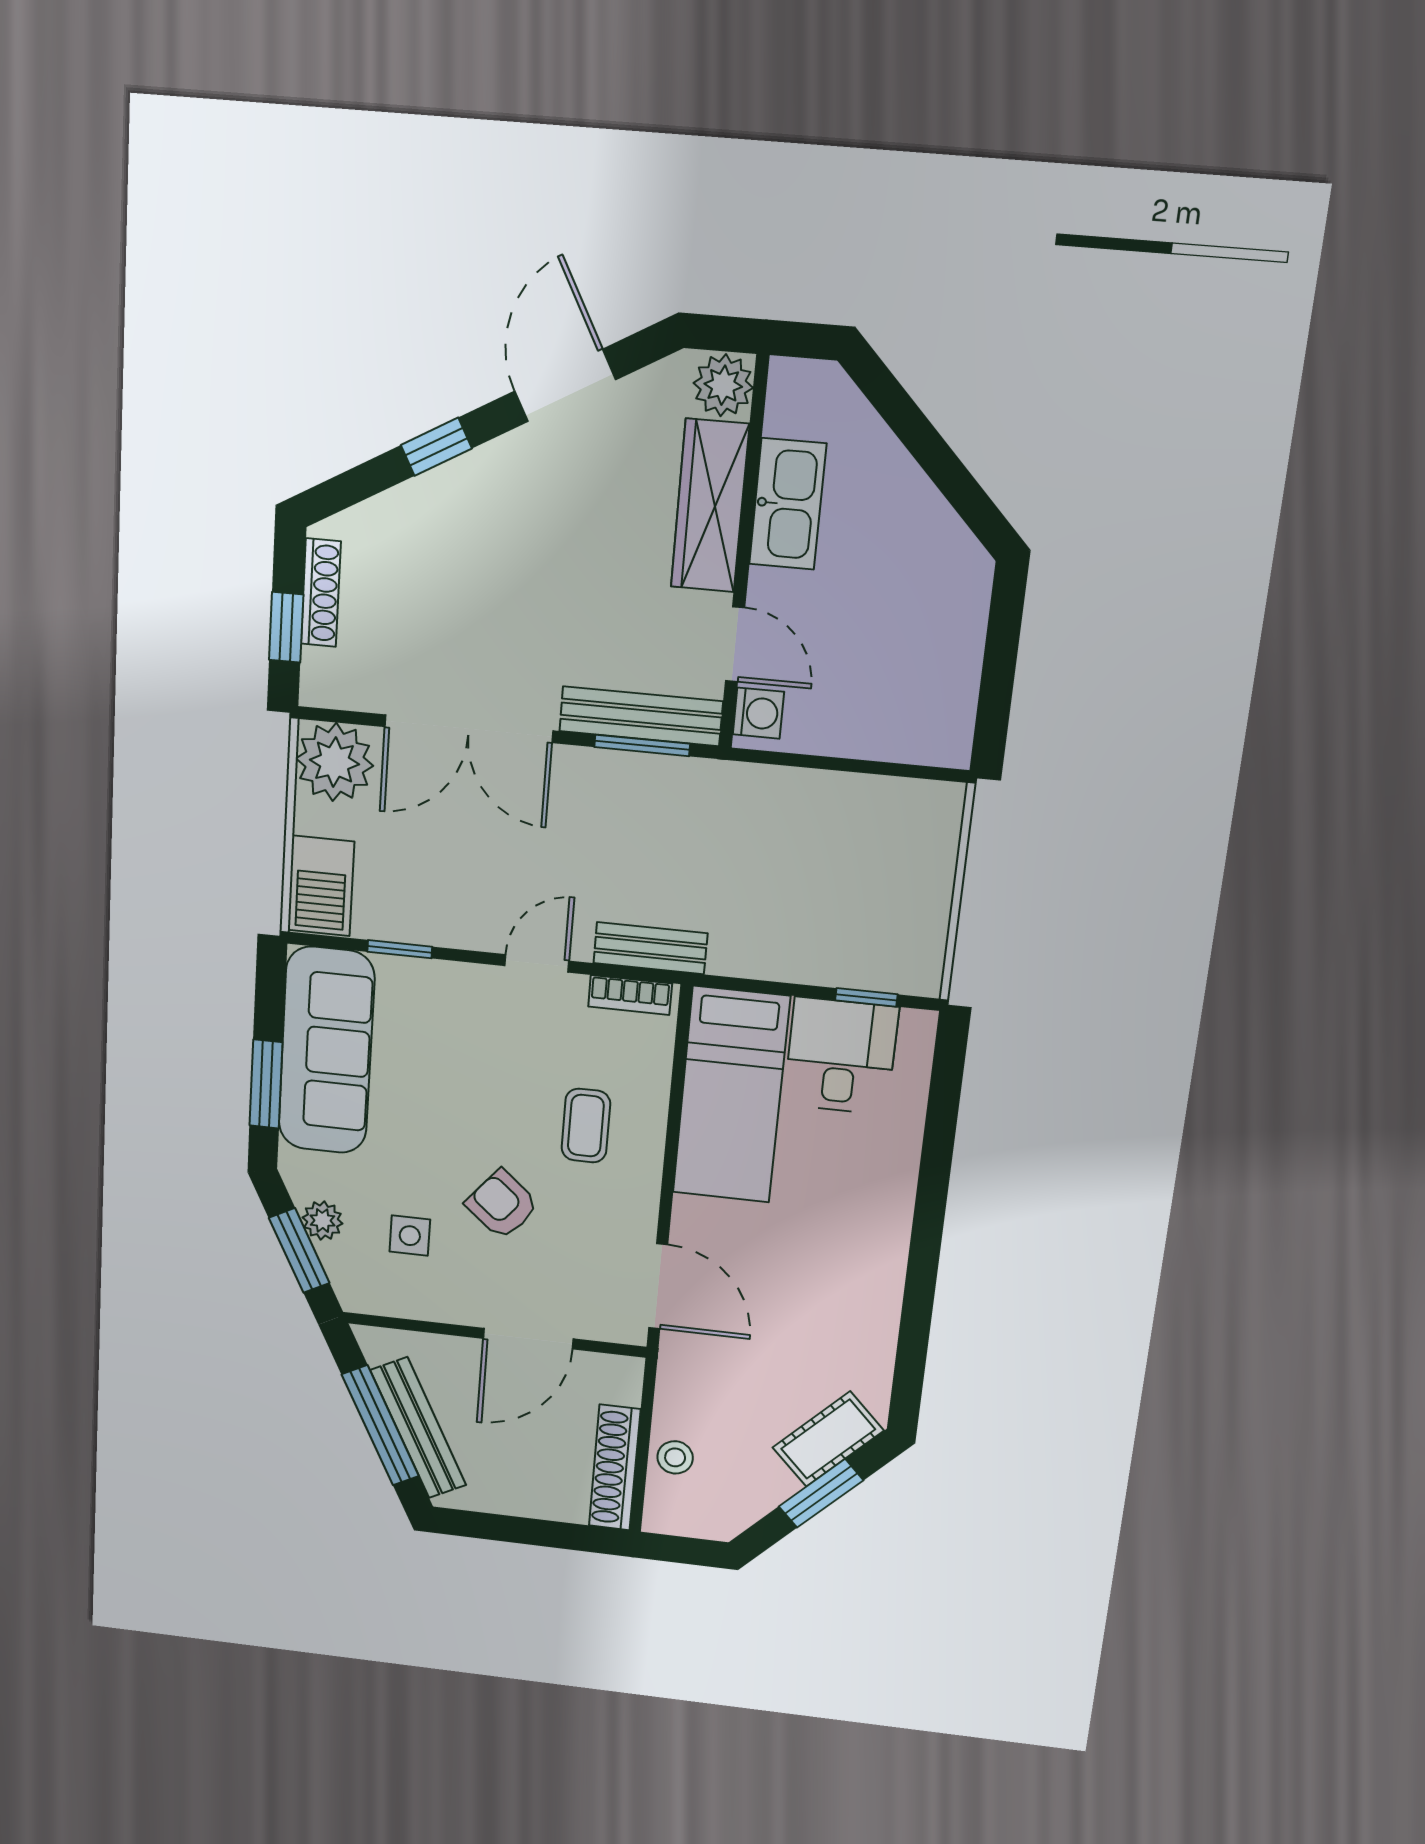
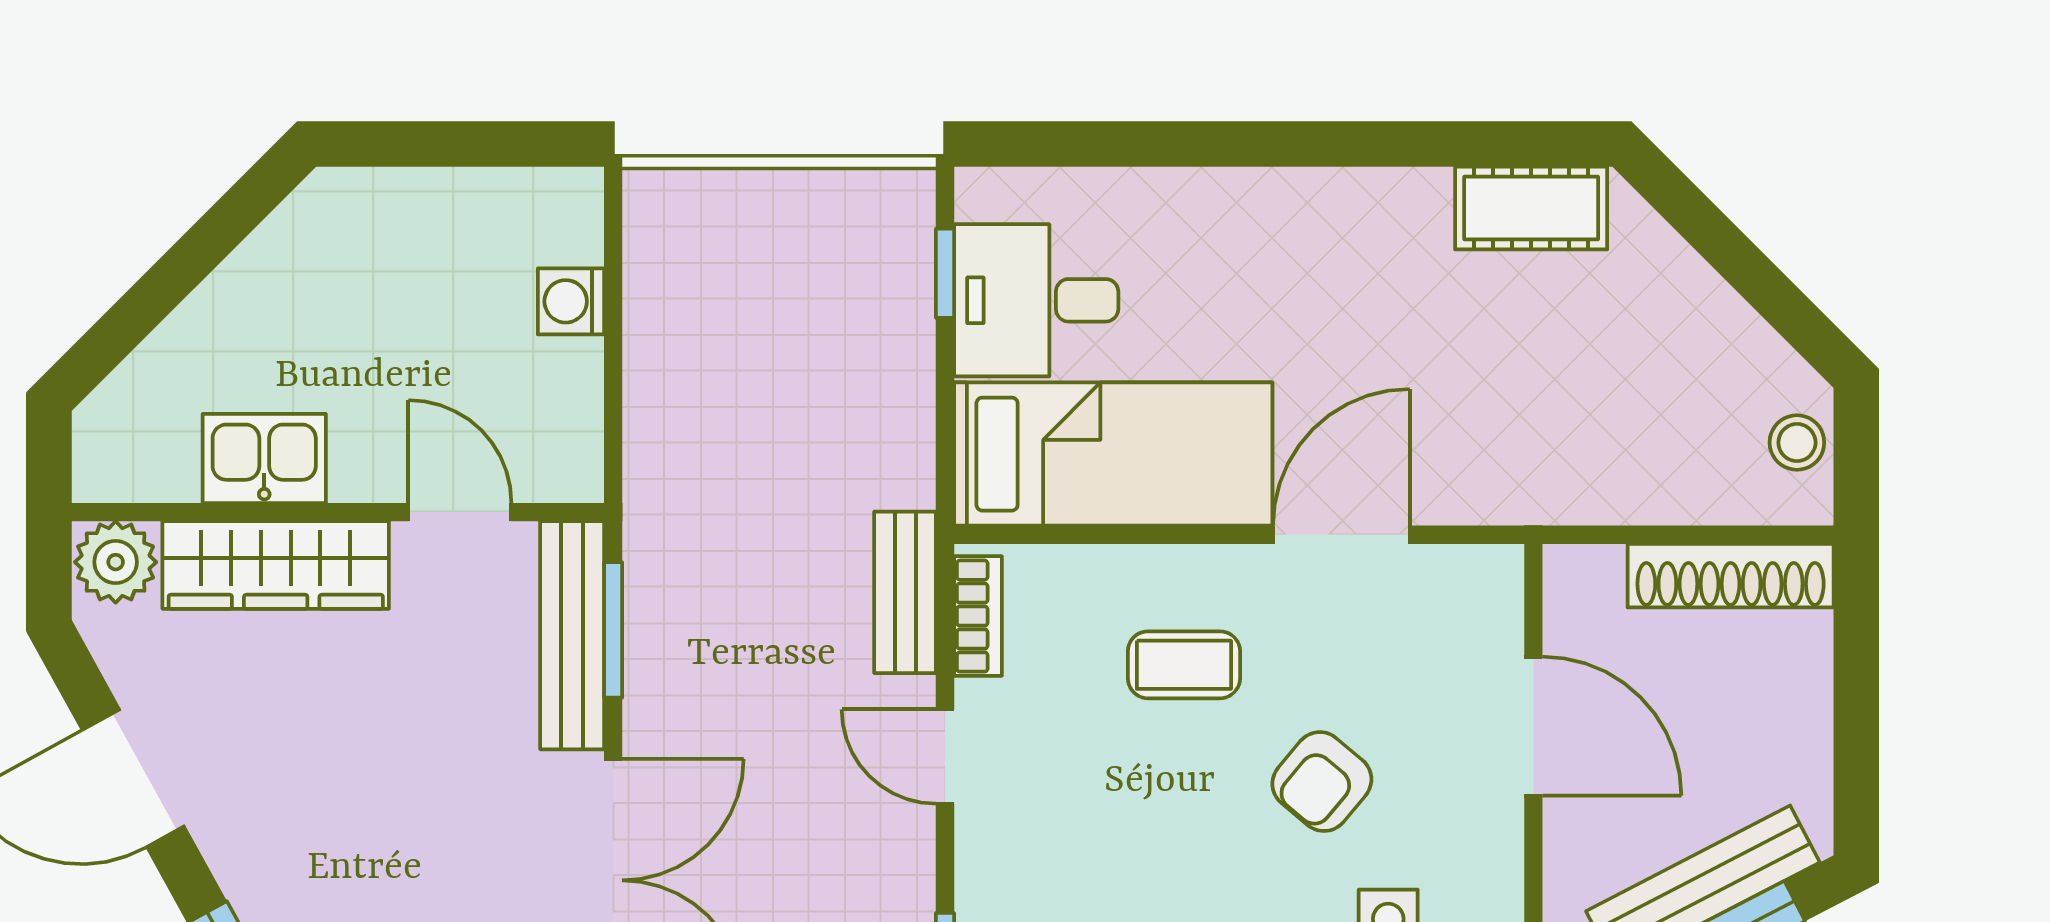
kitchen sink: (788, 504) -> (264, 458), width x0.73
door: (735, 644) -> (460, 512), hinge flipped
washing machine: (758, 713) -> (571, 301), moved, turned -90
door: (658, 1286) -> (1341, 535), moved
cot: (828, 1439) -> (1531, 208), moved, turned -45
stool: (675, 1457) -> (1797, 443), moved
window: (821, 1493) -> (1732, 255), removed

